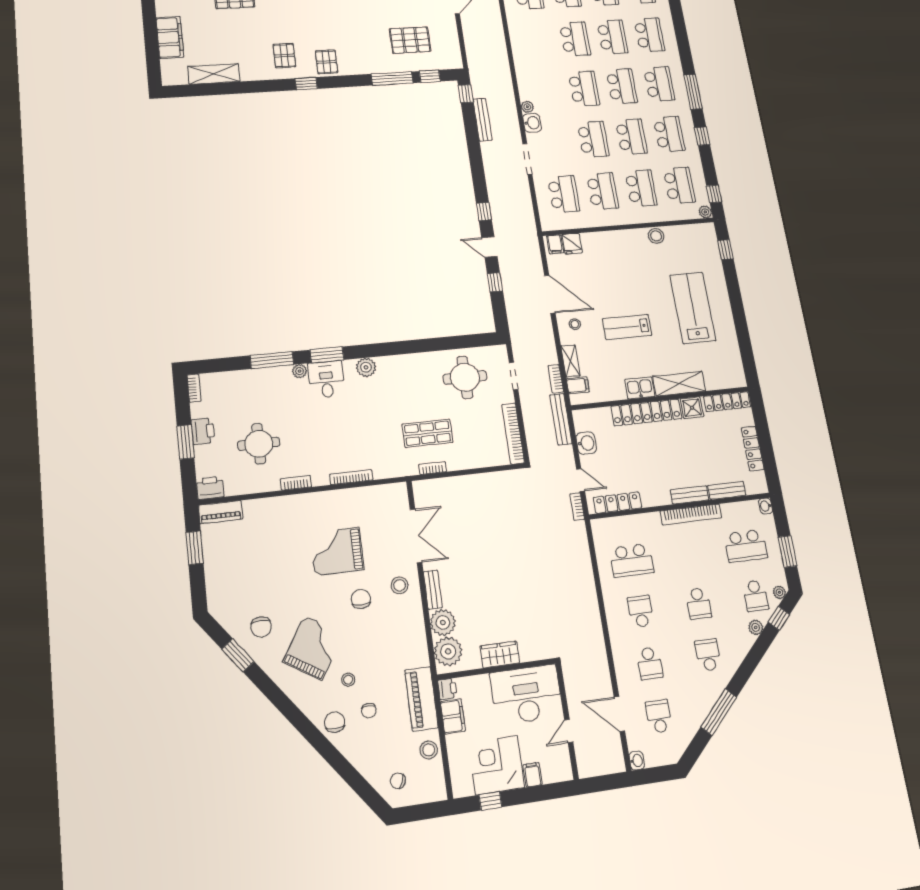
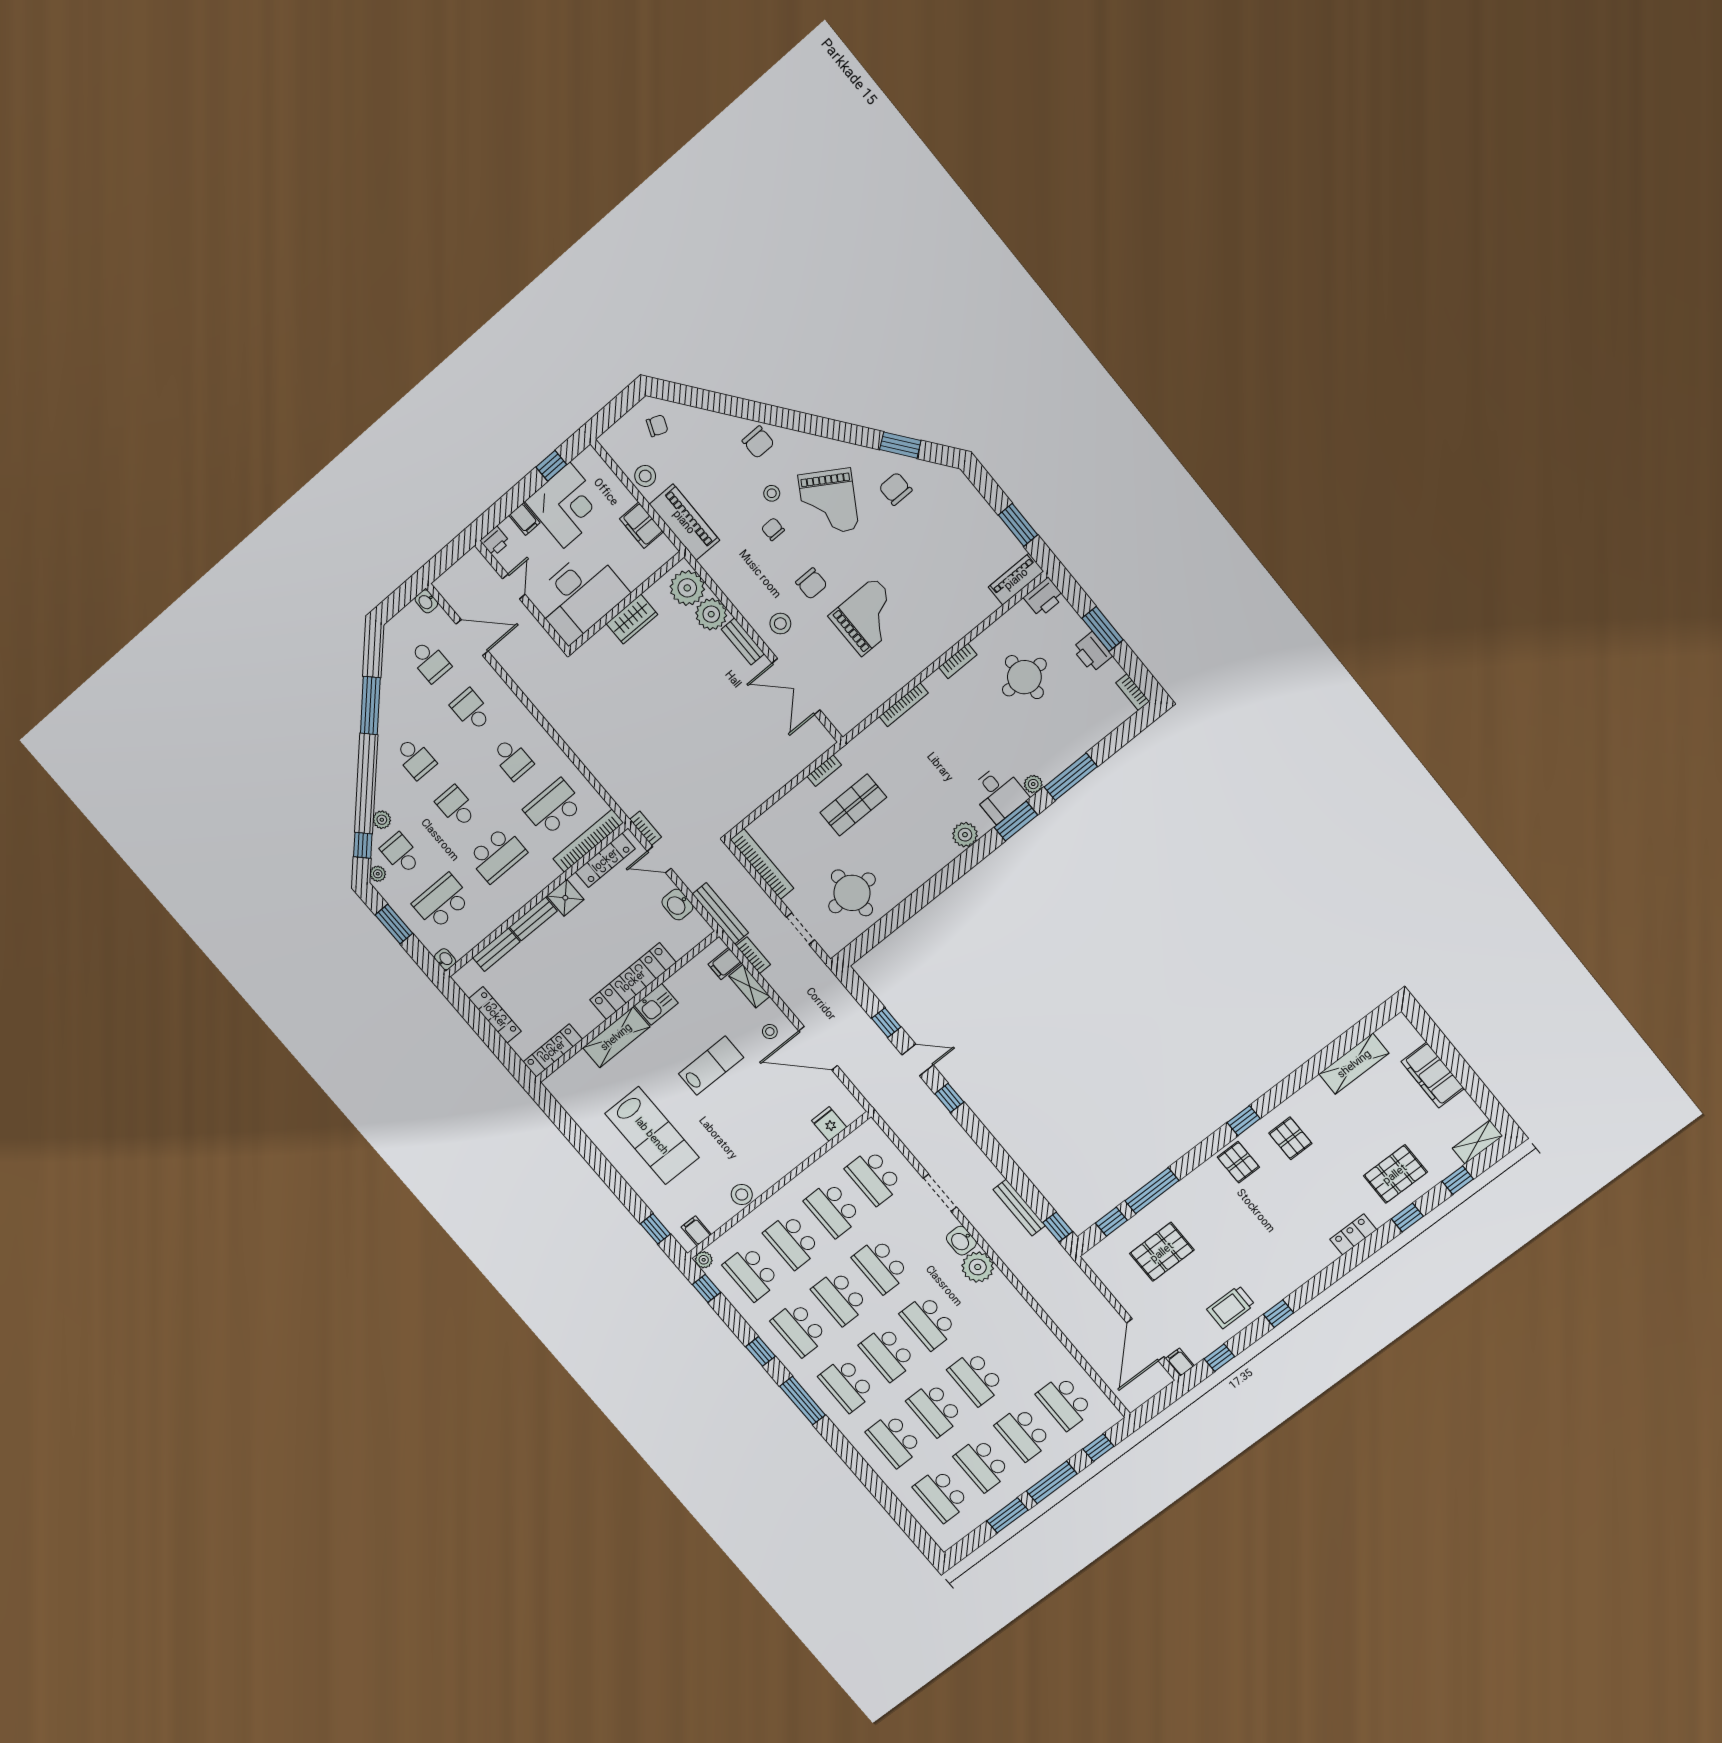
plant: (527, 107) -> (978, 1267), width x1.88, depth x1.88
filing cabinet: (555, 244) -> (696, 1231), moved
shower: (692, 408) -> (565, 898), moved
bookcase: (691, 514) -> (588, 841), moved
school desk: (689, 553) -> (497, 855), added
printer: (447, 689) -> (495, 541), moved, turned -90
chair: (369, 711) -> (773, 529), moved

